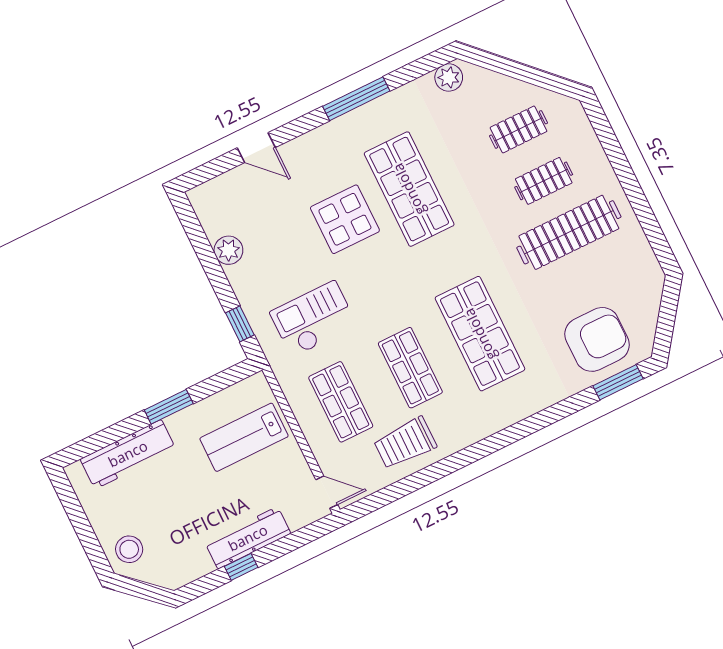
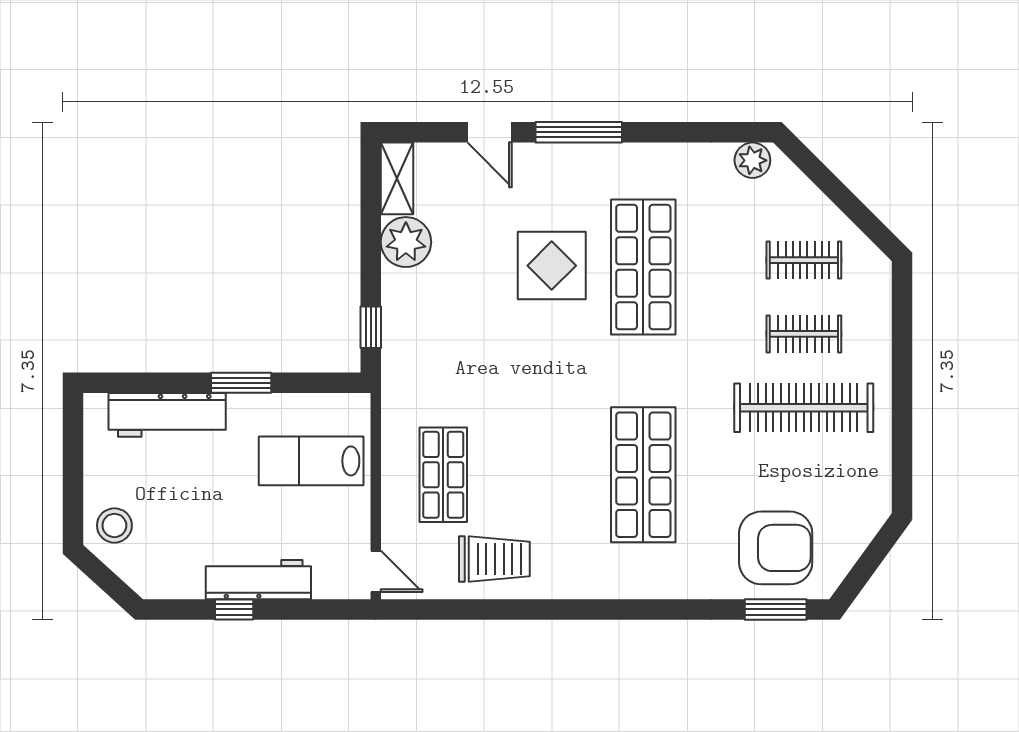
window: (356, 99) -> (579, 132), moved
shelving: (207, 211) -> (397, 178), added
plant: (228, 250) -> (406, 242), width x1.36, depth x1.36
checkout: (313, 319) -> (459, 363), removed
shop shelf: (410, 368) -> (543, 475), removed
trolley: (405, 443) -> (494, 559), turned 180

